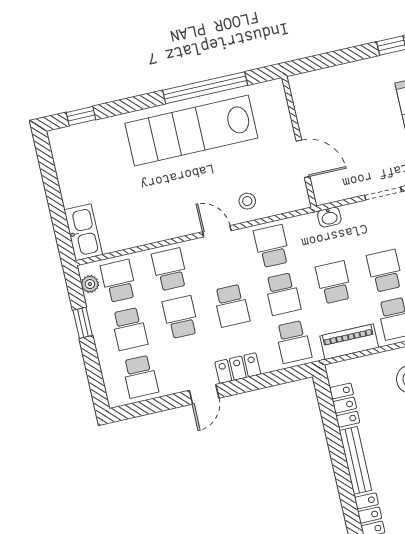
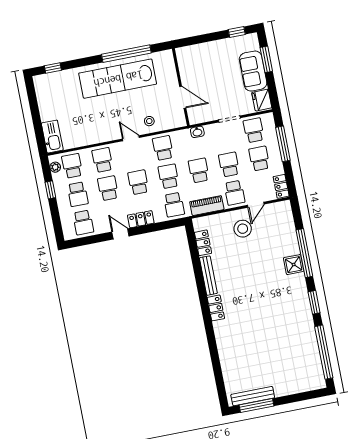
school desk: (283, 294) -> (168, 176), turned 180
school desk: (232, 306) -> (138, 182), turned 180
door: (204, 394) -> (120, 234), swing flipped

